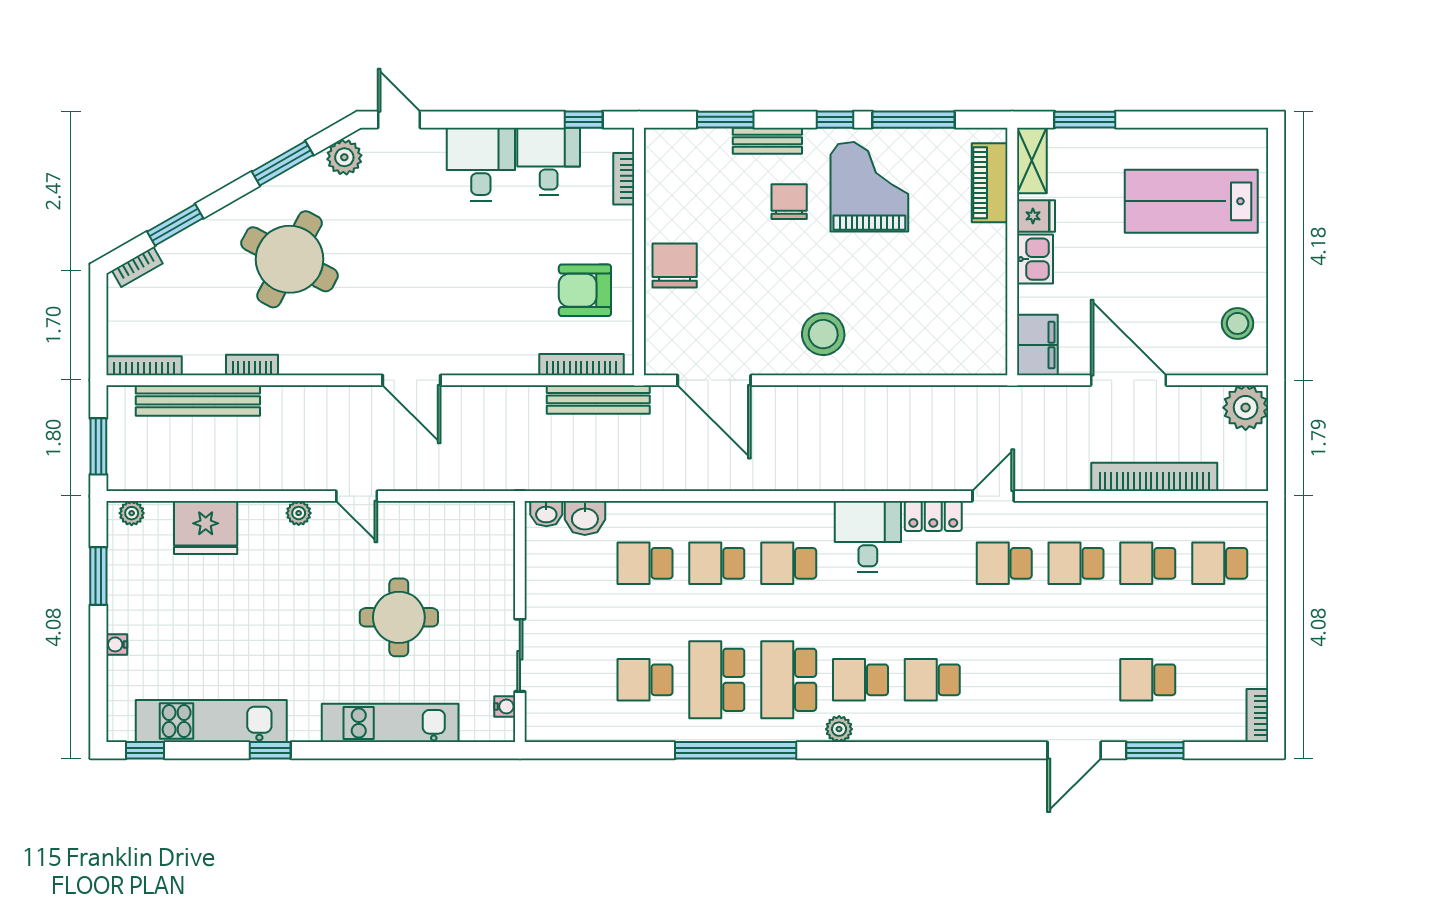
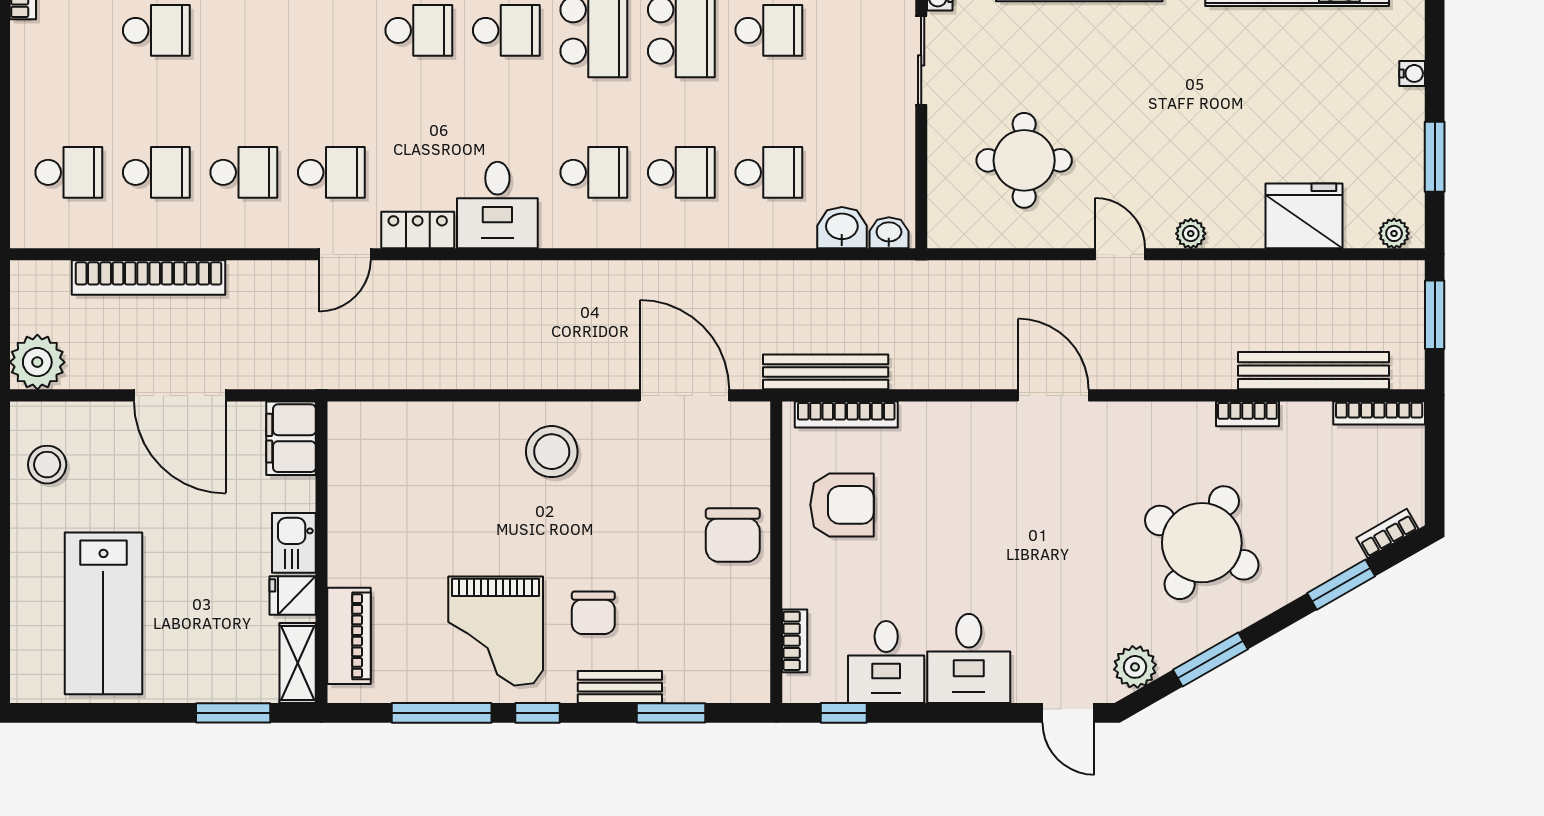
lab bench: (1191, 201) -> (103, 613), turned 90
round table: (399, 617) -> (1024, 160), moved

